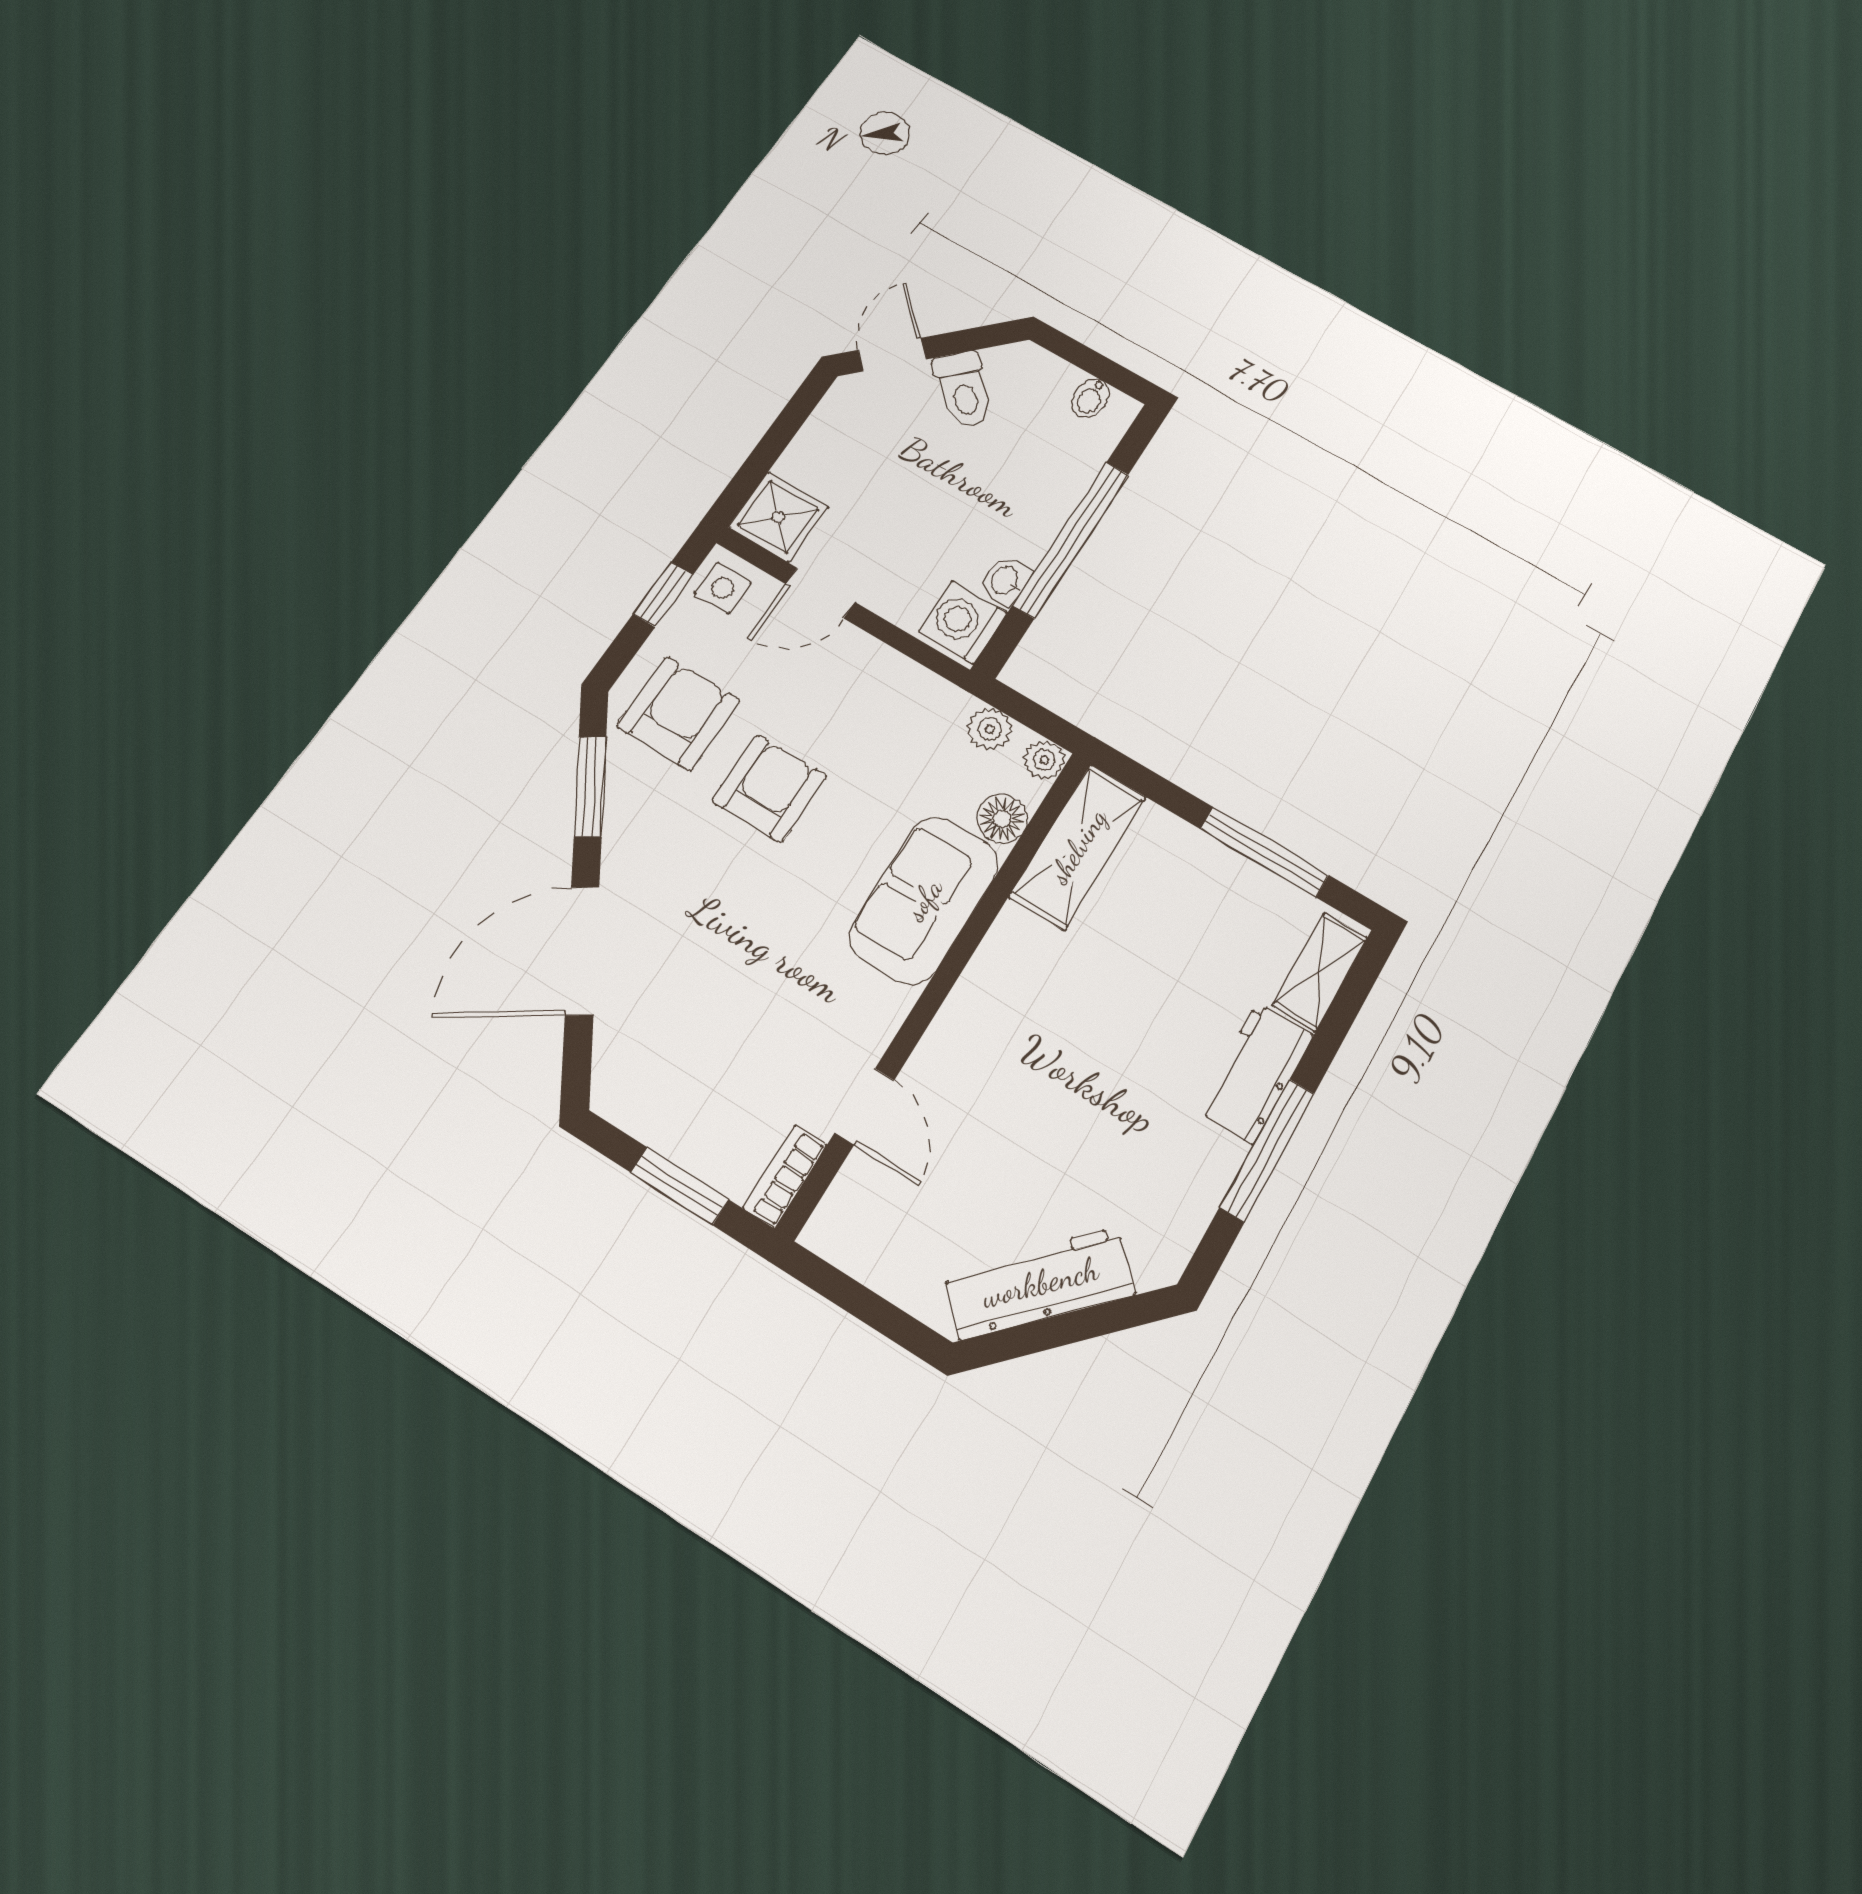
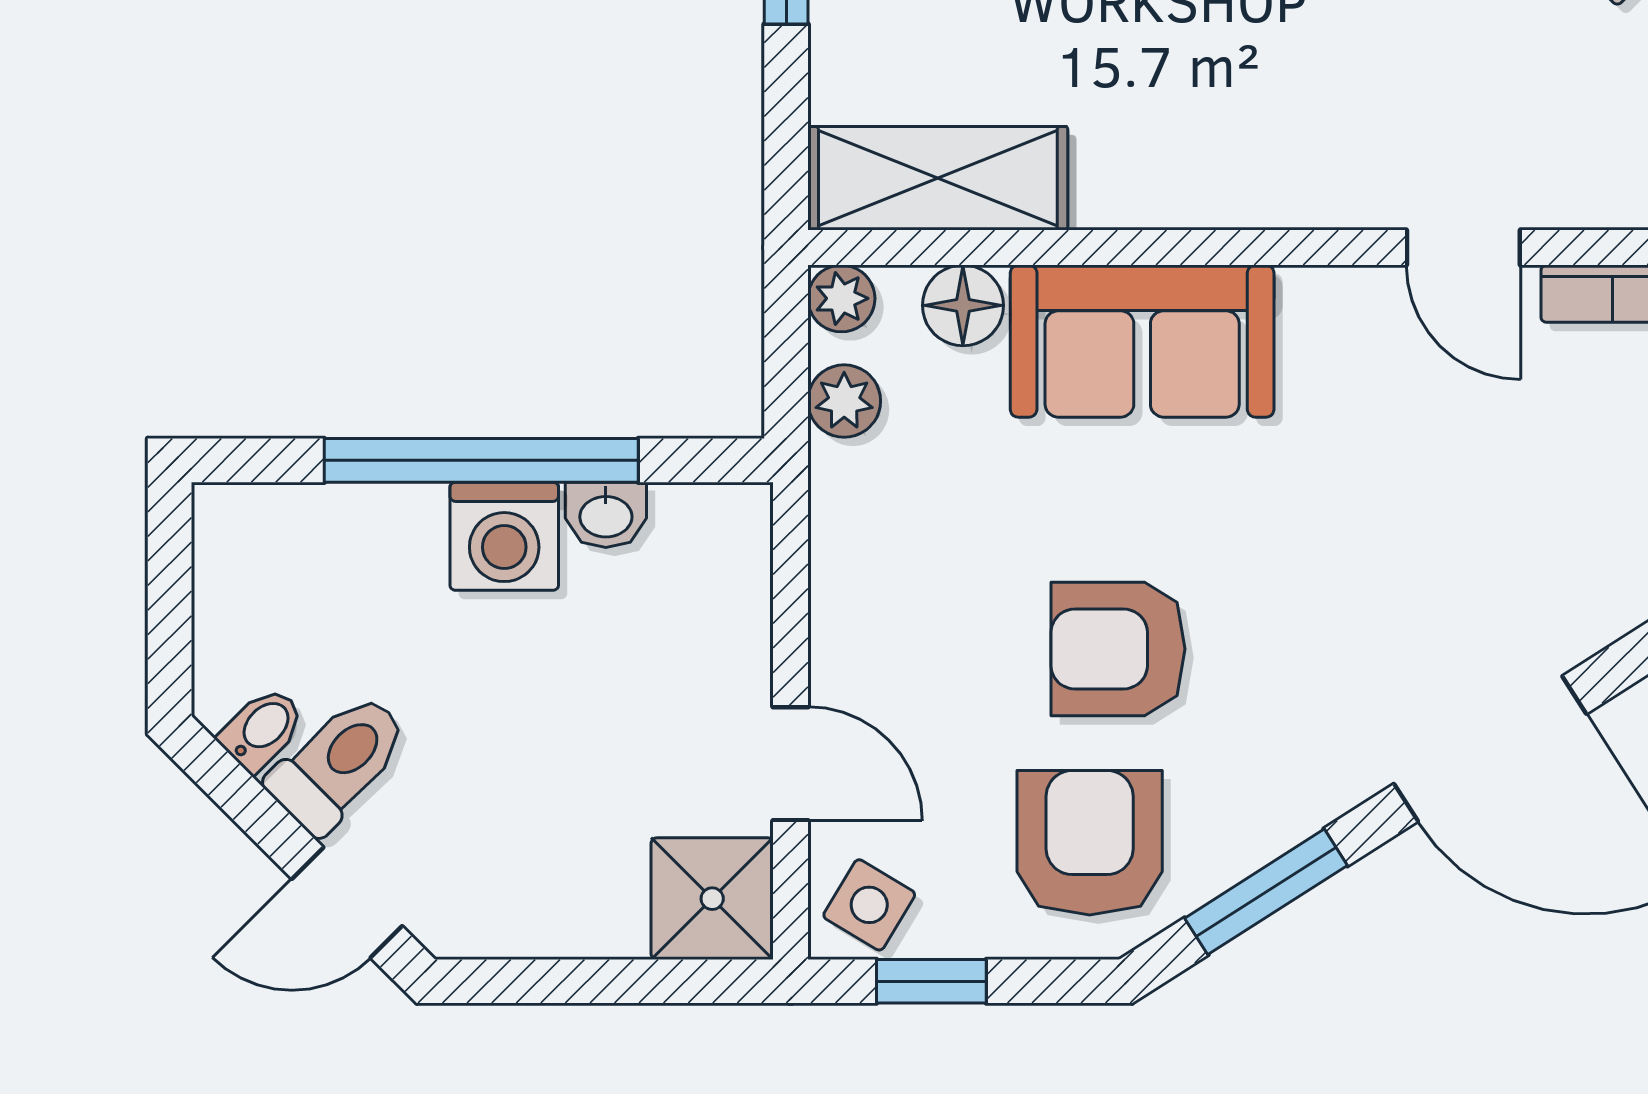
bidet: (1091, 398) -> (262, 729), moved, turned -45
side table: (723, 588) -> (869, 905), turned 31
washing machine: (963, 622) -> (504, 536), moved
armchair: (679, 713) -> (1090, 843), turned 90
door: (864, 1107) -> (1463, 248), swing flipped

